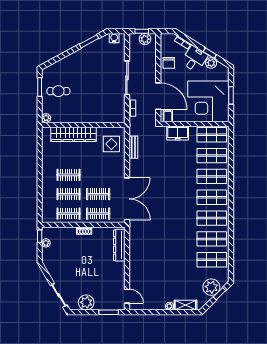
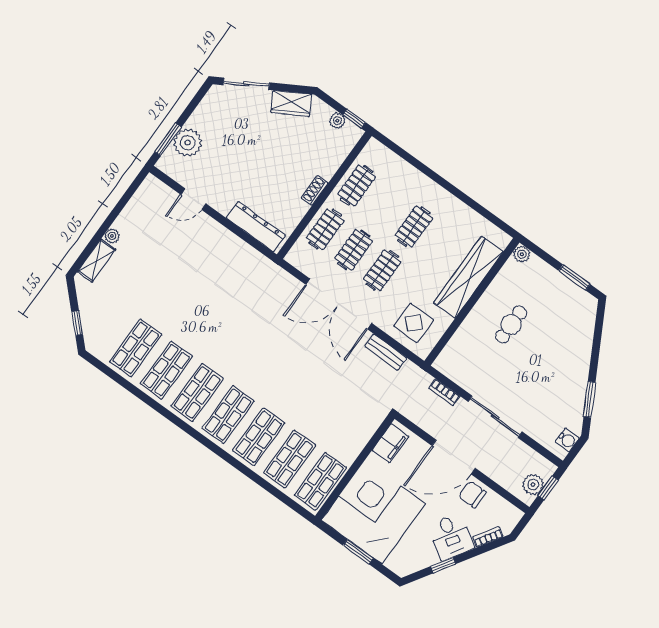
plant: (211, 63) -> (427, 557), removed
cafe table: (58, 91) -> (511, 325), moved
door: (158, 96) -> (454, 457), moved
filing cabinet: (168, 116) -> (390, 443), width x2.00
freezer: (178, 133) -> (359, 433), removed
clothes rail: (68, 194) -> (382, 270), moved
double door: (127, 199) -> (339, 304), moved
wardrobe: (53, 269) -> (291, 103), added
plant: (211, 287) -> (95, 318), removed
door: (127, 296) -> (193, 199), moved
plant: (86, 302) -> (188, 143), moved

